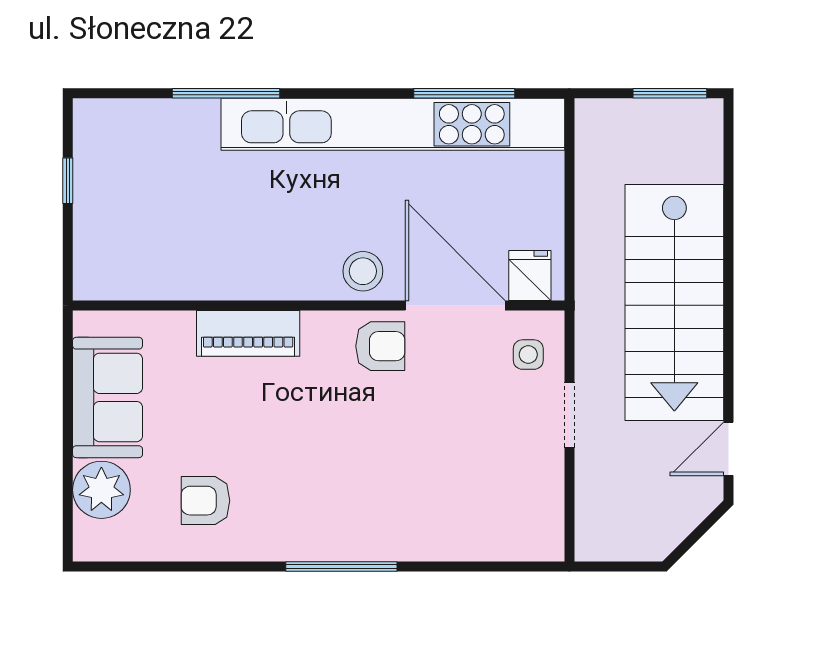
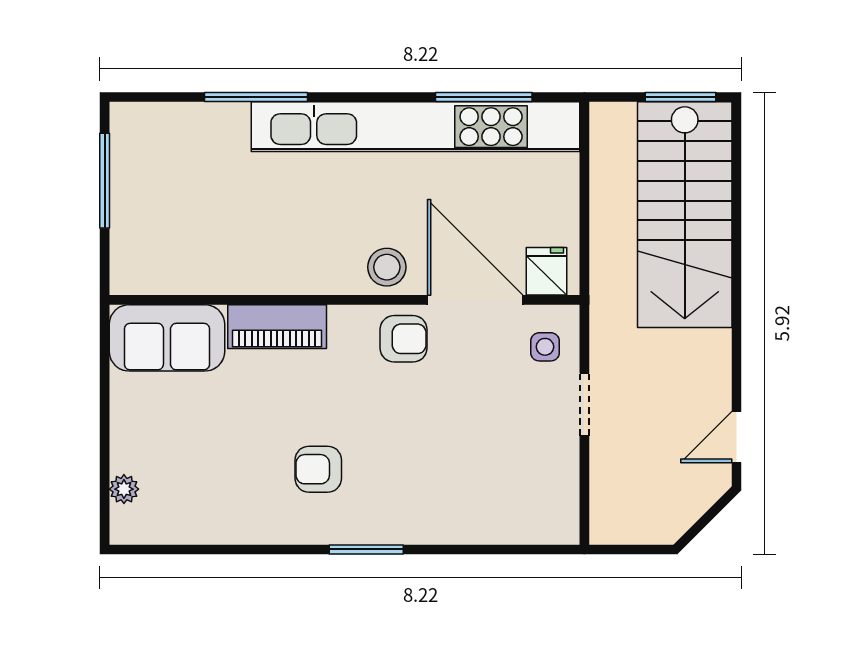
window: (68, 181) -> (105, 181), width x2.17
stairs: (674, 302) -> (685, 215), moved
sofa: (108, 397) -> (167, 338), moved, turned 90
plant: (101, 490) -> (124, 489), width x0.53, depth x0.53
armchair: (205, 501) -> (318, 469), moved
window: (341, 566) -> (366, 549), width x0.69

